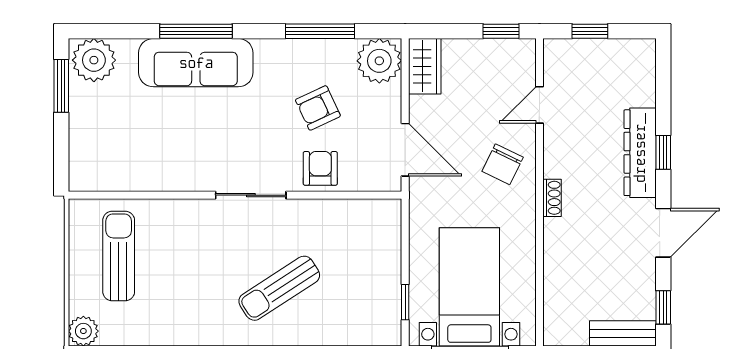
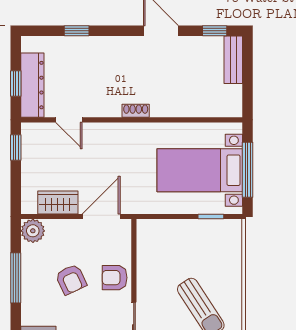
plant: (379, 61) -> (33, 231), width x0.73, depth x0.73
wardrobe: (425, 66) -> (58, 202), moved
window: (663, 152) -> (77, 31), moved
dresser: (640, 153) -> (32, 85), moved, turned -90
chair: (503, 164) -> (112, 146), removed

